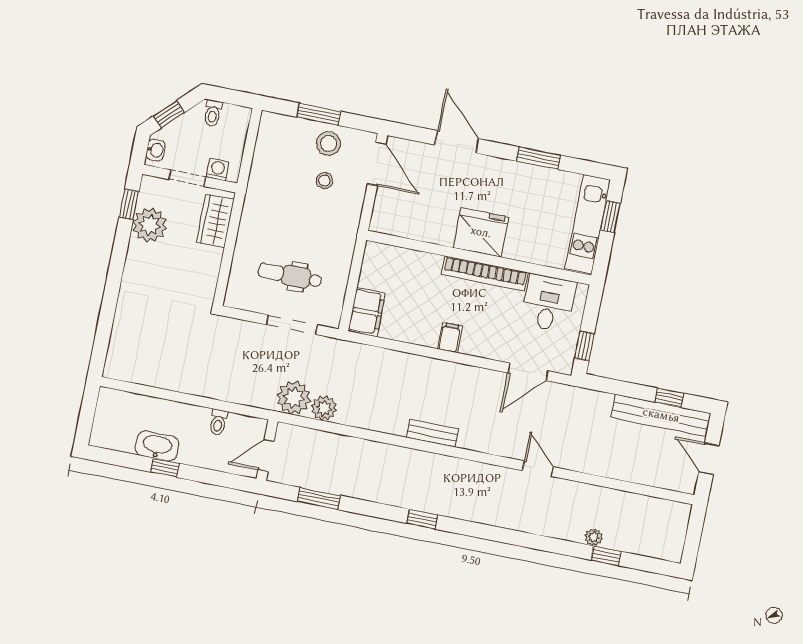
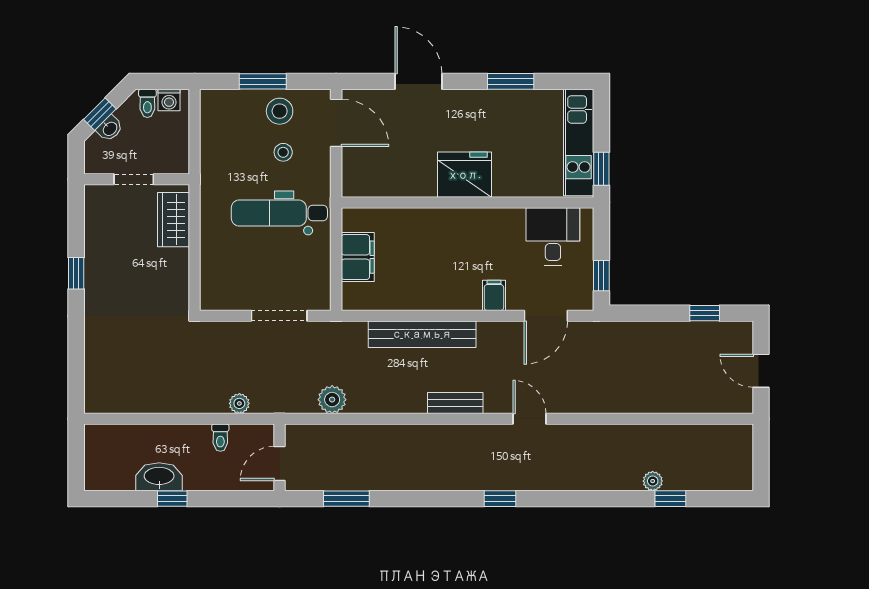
washbasin: (156, 150) -> (110, 128), moved, turned 45
washing machine: (218, 169) -> (169, 100), moved, turned 180
window: (129, 205) -> (76, 273), moved
window: (610, 217) -> (601, 169), moved
plant: (150, 225) -> (103, 238), removed
bookcase: (485, 273) -> (477, 218), removed
dental chair: (290, 275) -> (279, 213), moved, width x1.36, depth x1.38
filing cabinet: (367, 312) -> (358, 257), moved
filing cabinet: (450, 338) -> (494, 295), moved
plant: (294, 398) -> (239, 403), moved, width x0.53, depth x0.53
bench: (661, 415) -> (422, 334), moved
door: (538, 469) -> (530, 419), moved
window: (422, 519) -> (500, 499), moved

